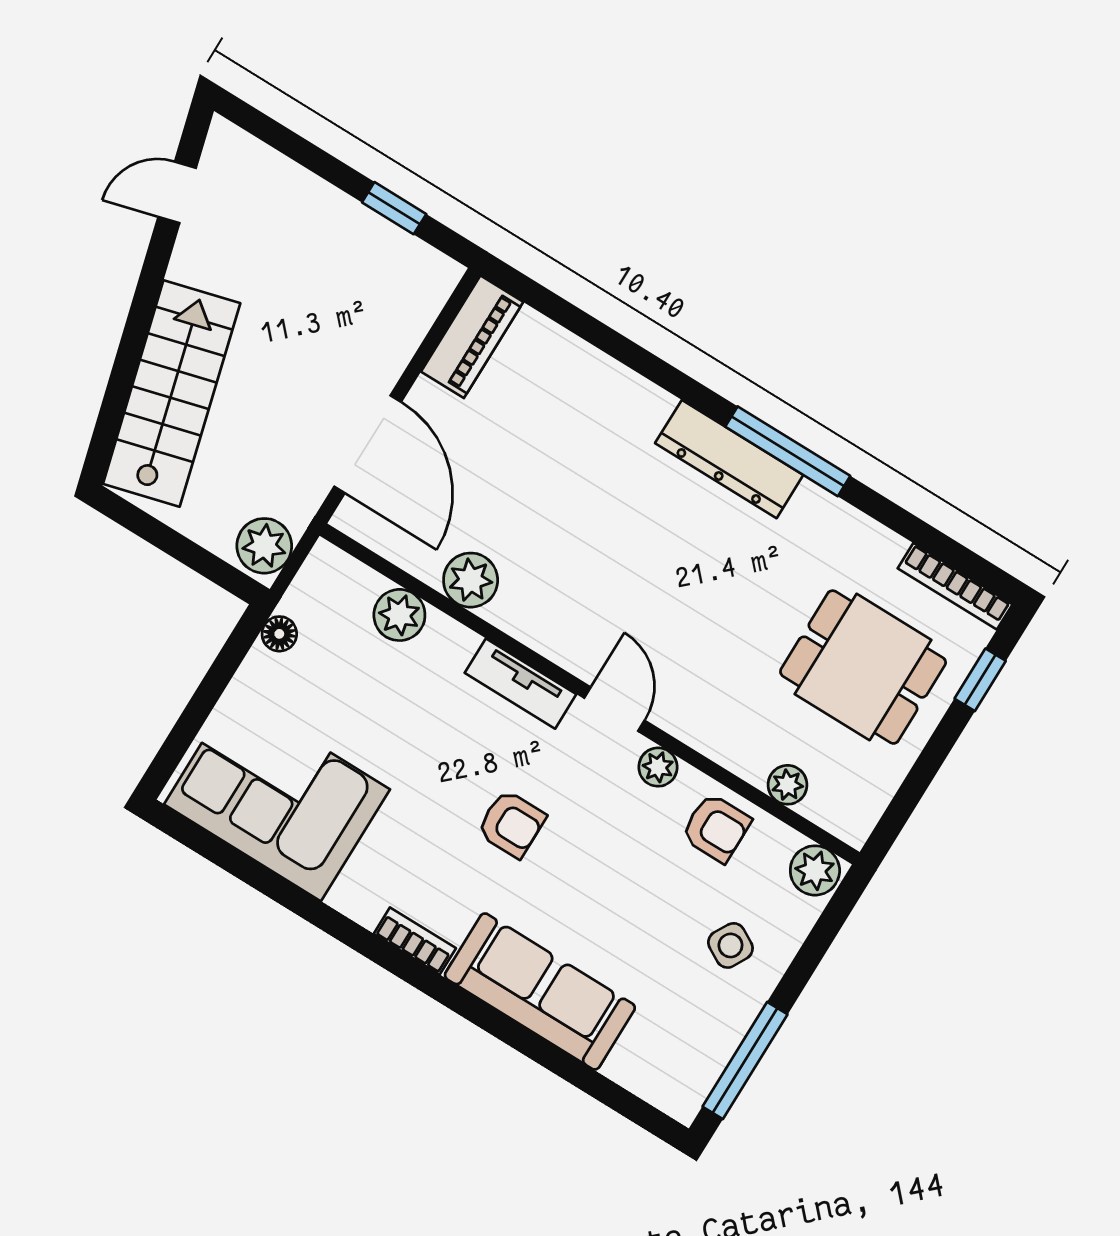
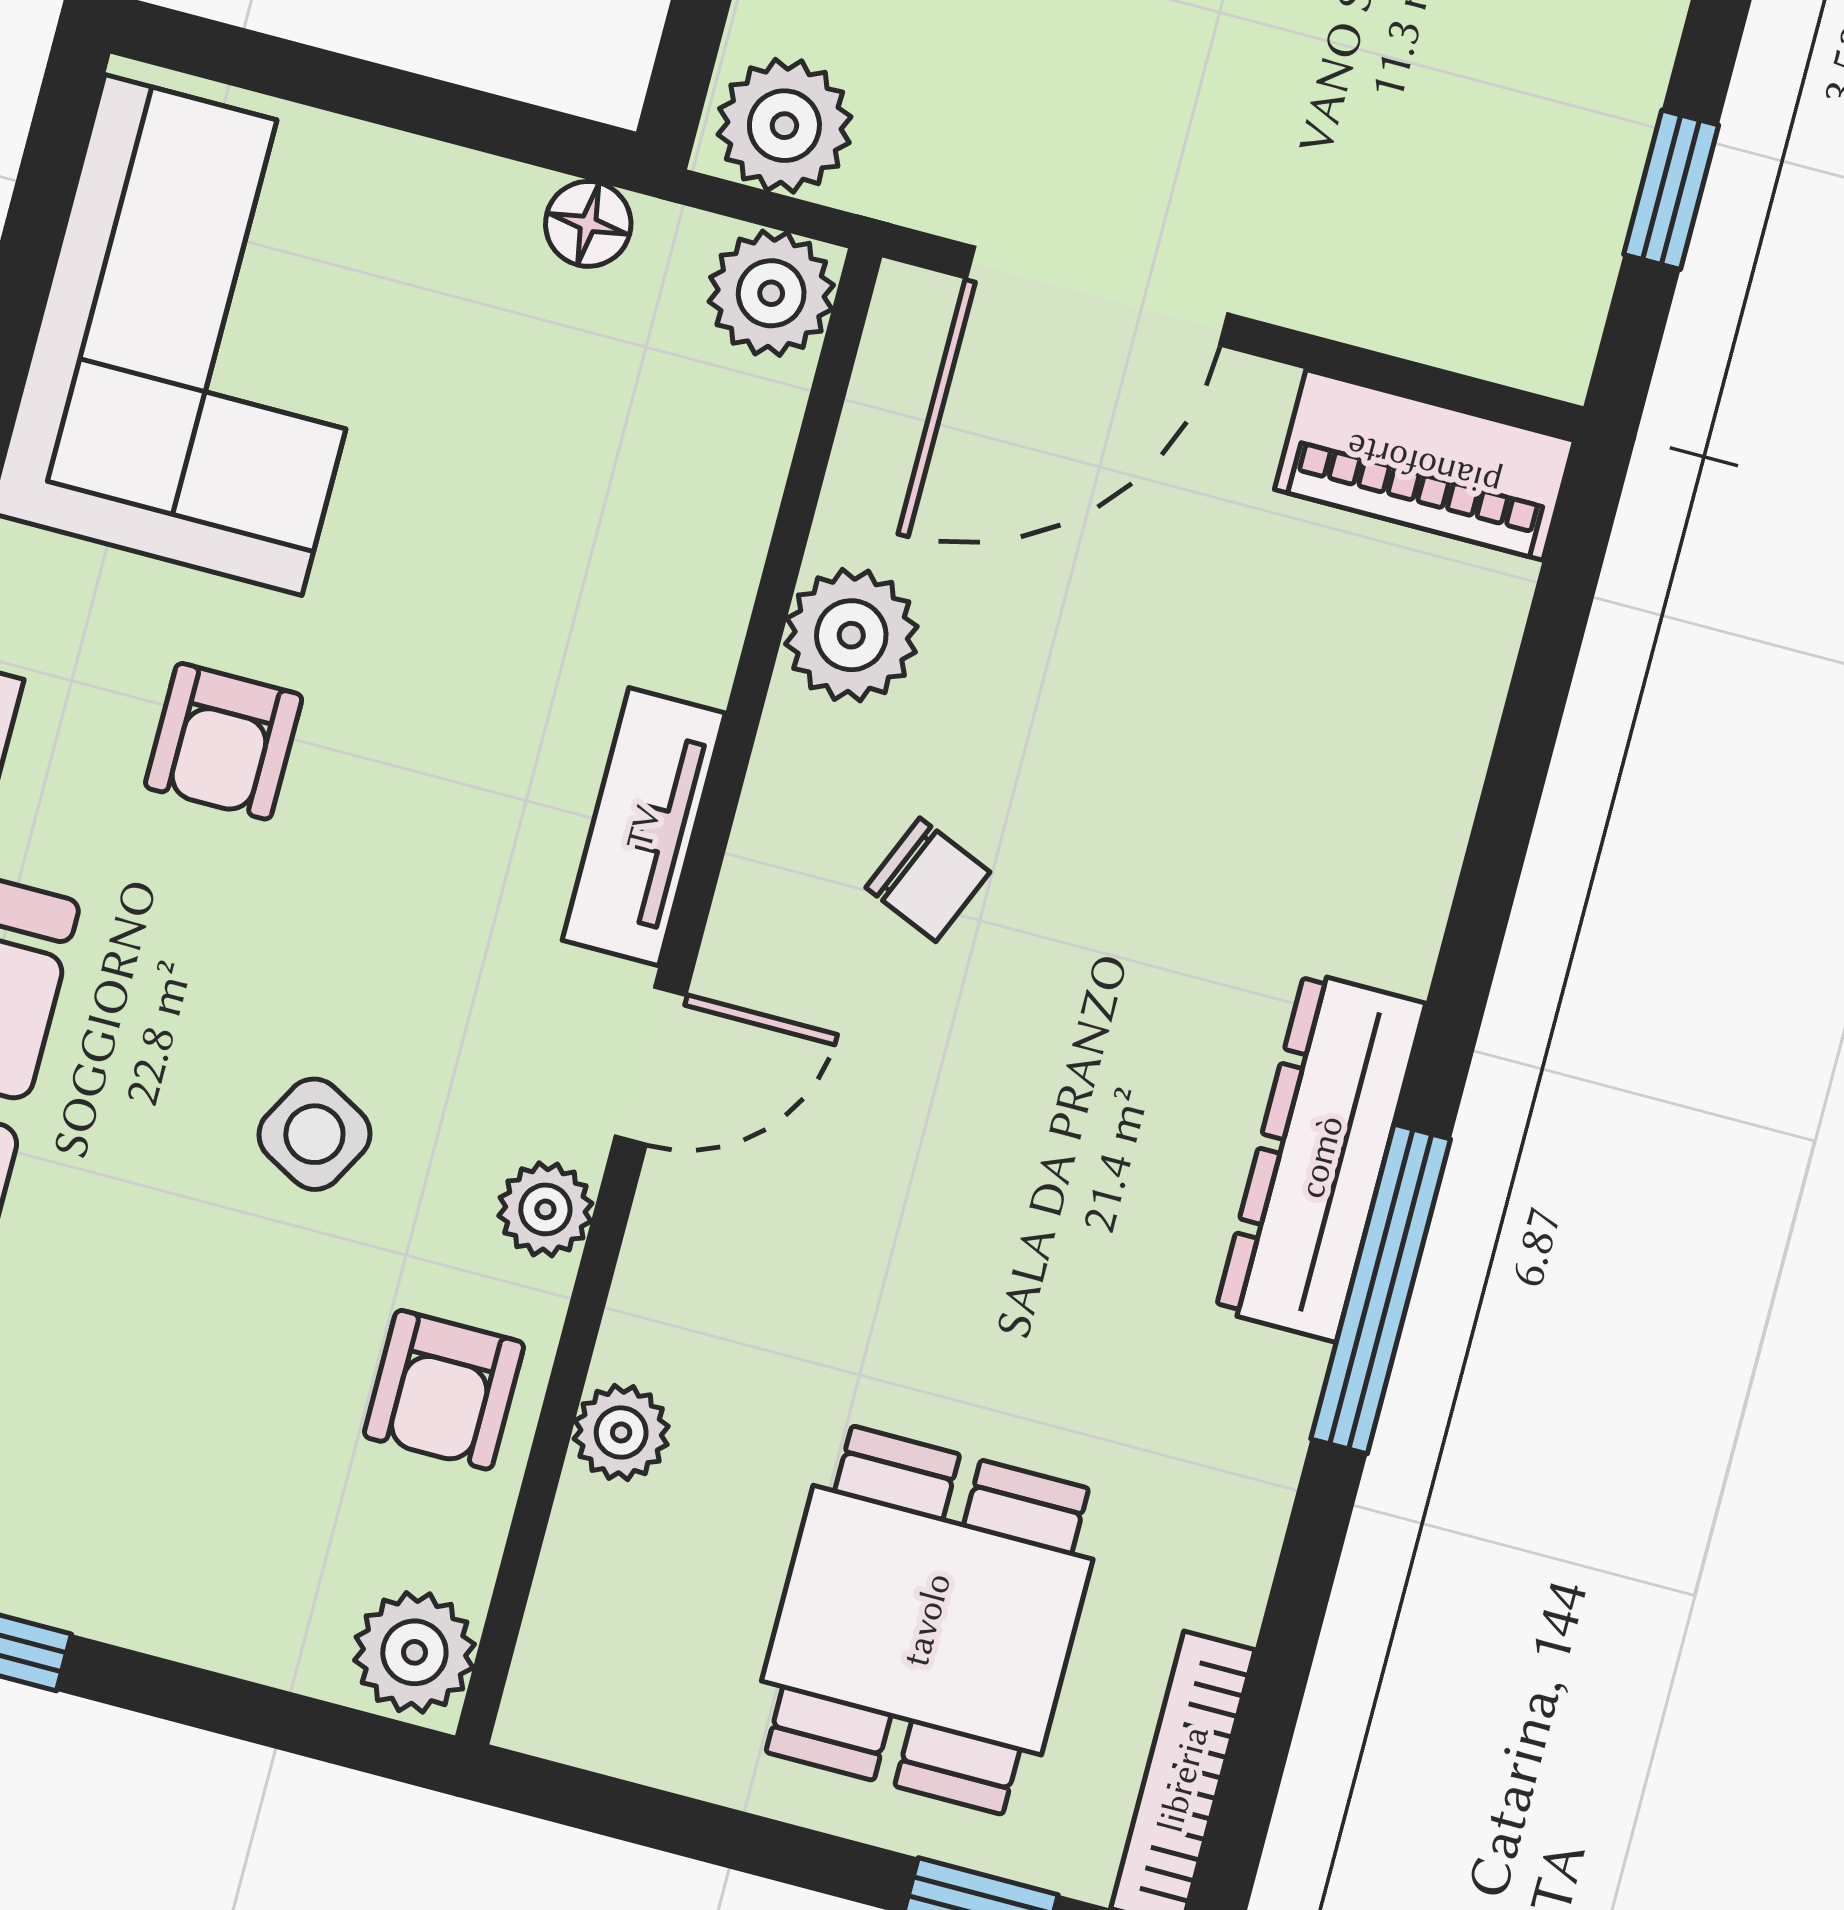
chair: (575, 579) -> (928, 880), added
plant: (399, 615) -> (771, 293), moved
plant: (788, 785) -> (621, 1433), moved
armchair: (511, 824) -> (224, 741), moved
side table: (730, 945) -> (314, 1134), moved

